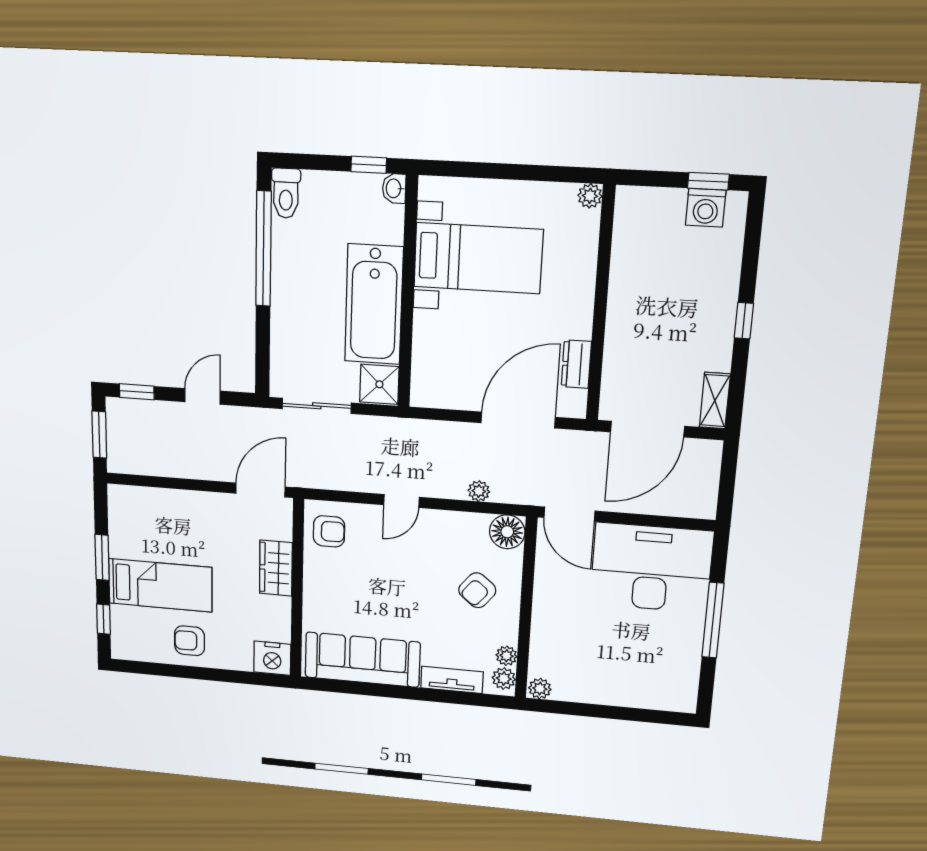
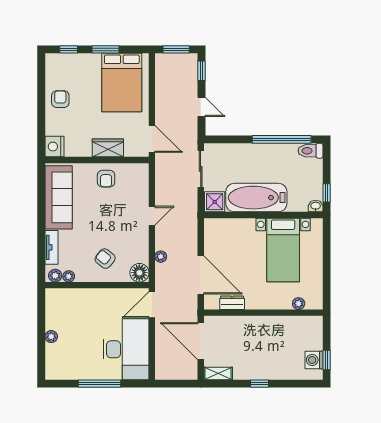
plant: (590, 196) -> (299, 304), moved
door: (401, 501) -> (152, 216), swing flipped
armchair: (329, 531) -> (106, 179), moved
bed: (160, 585) -> (122, 83), moved, width x1.50
plant: (540, 689) -> (51, 337), moved

